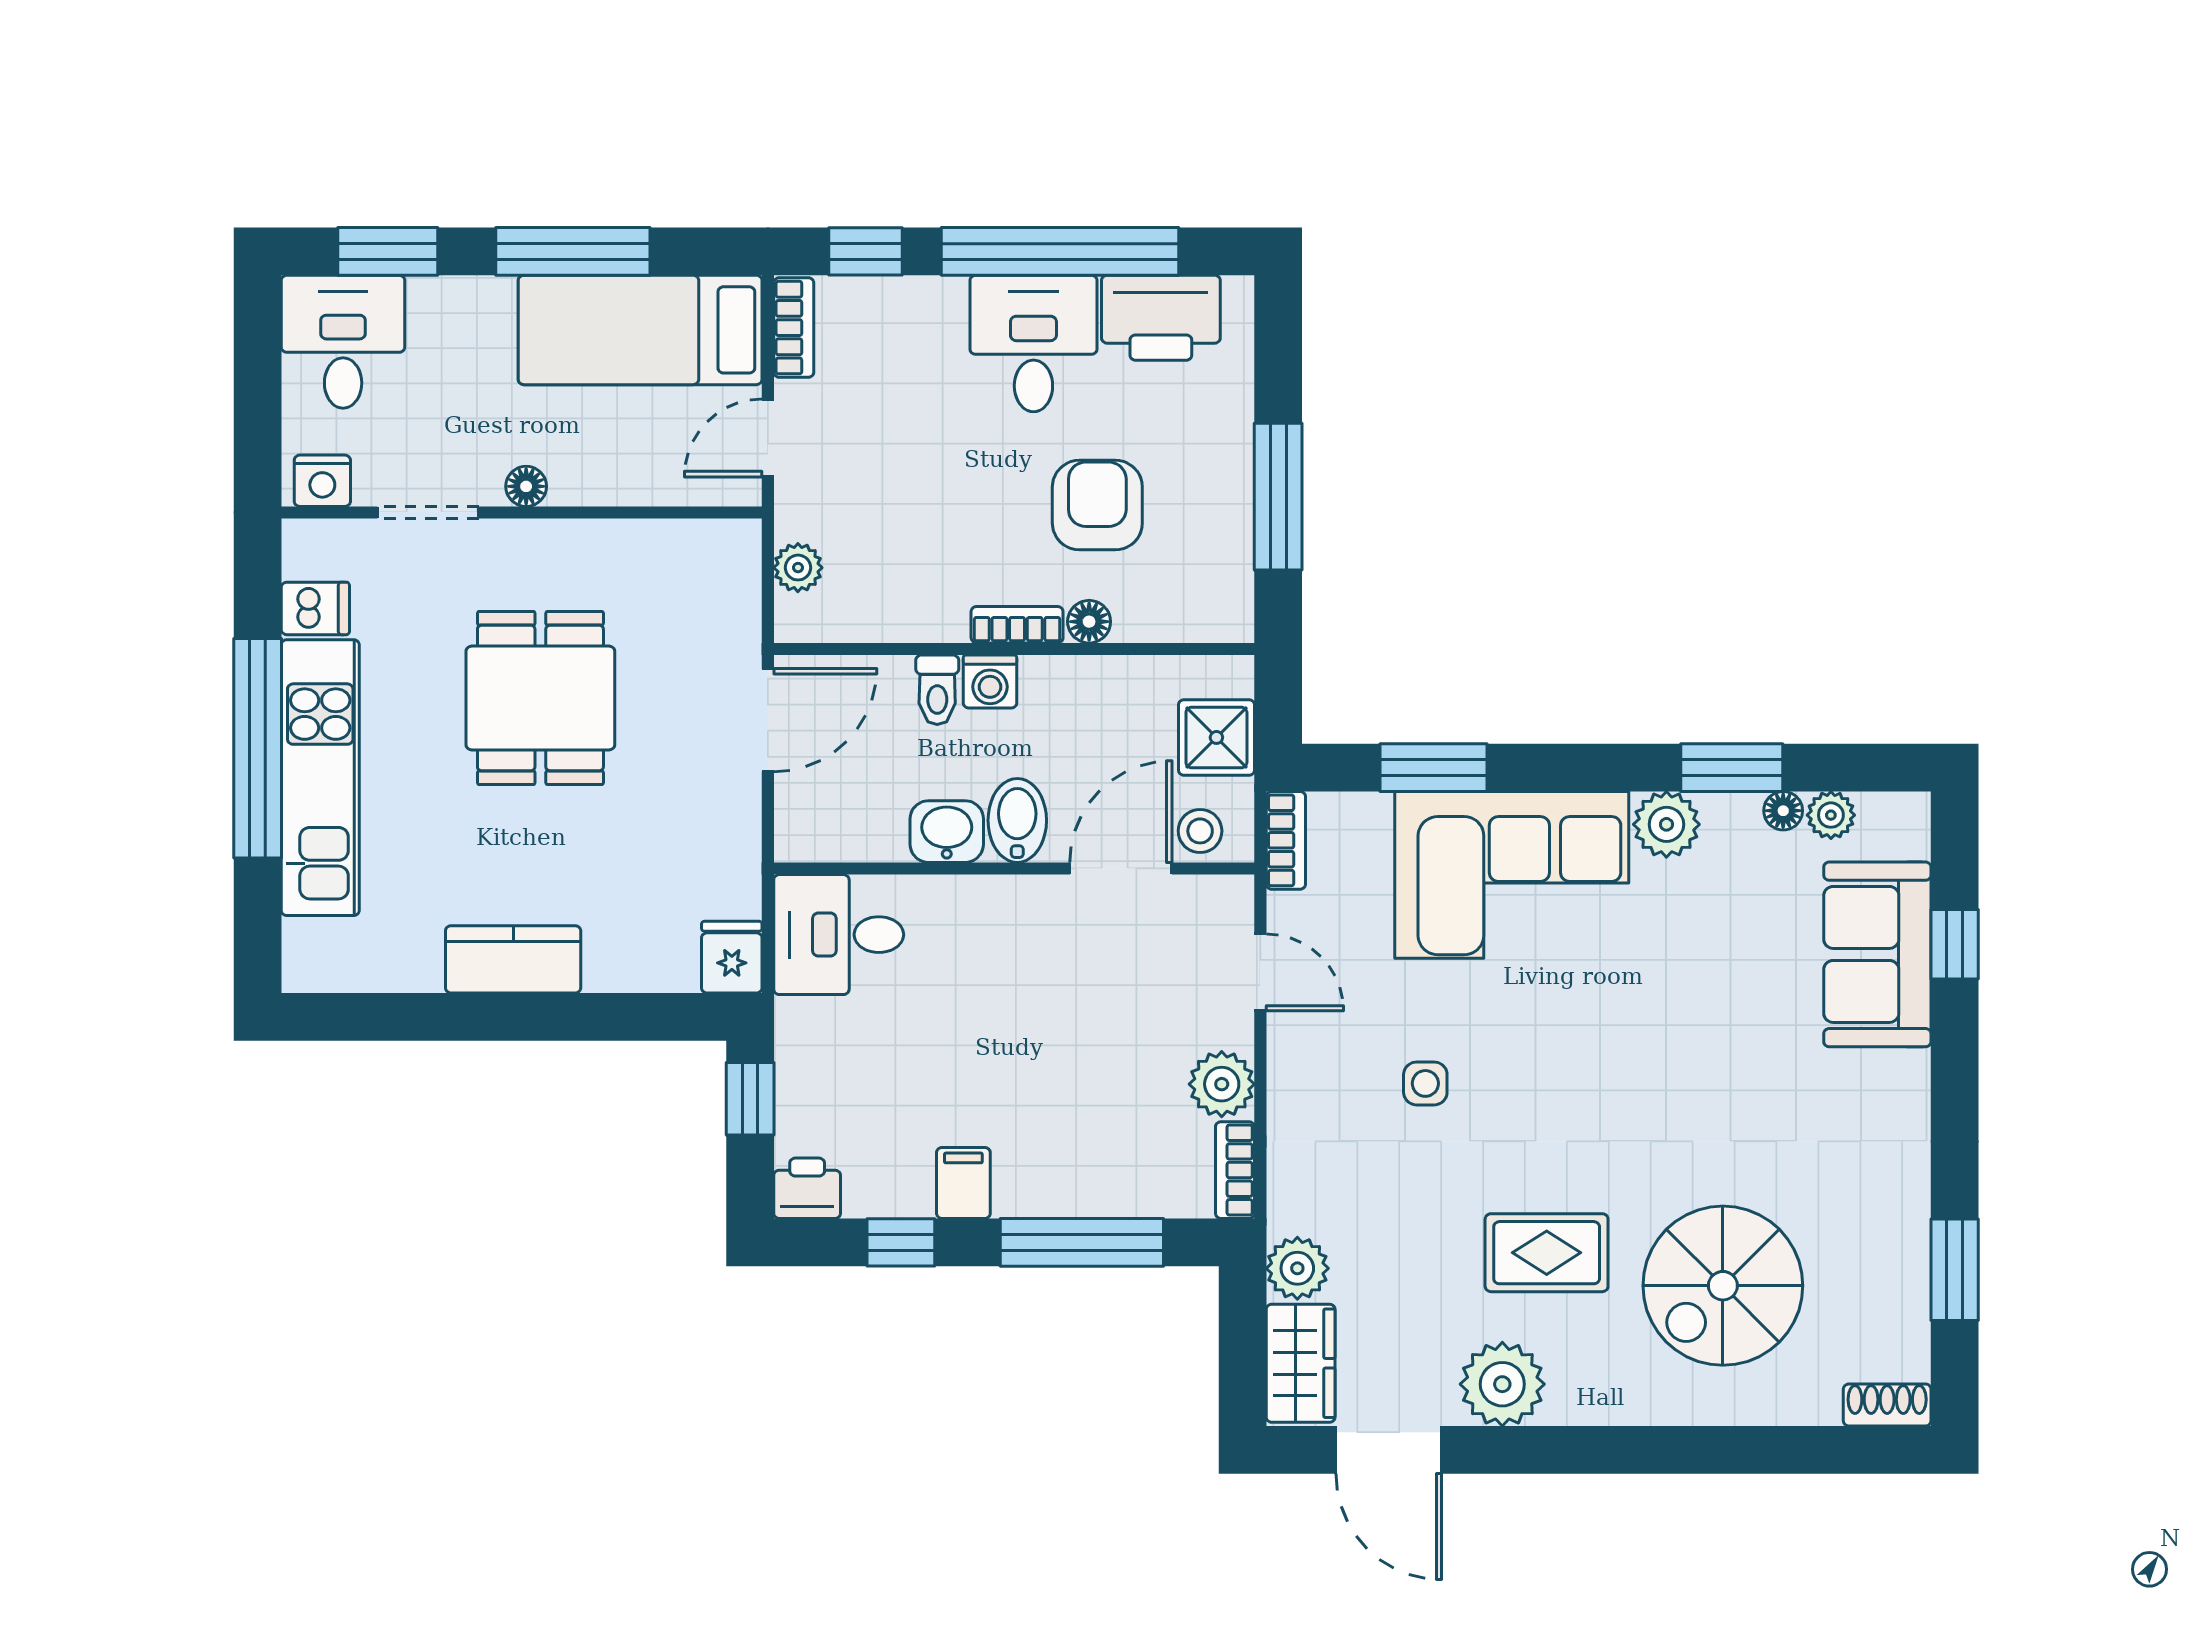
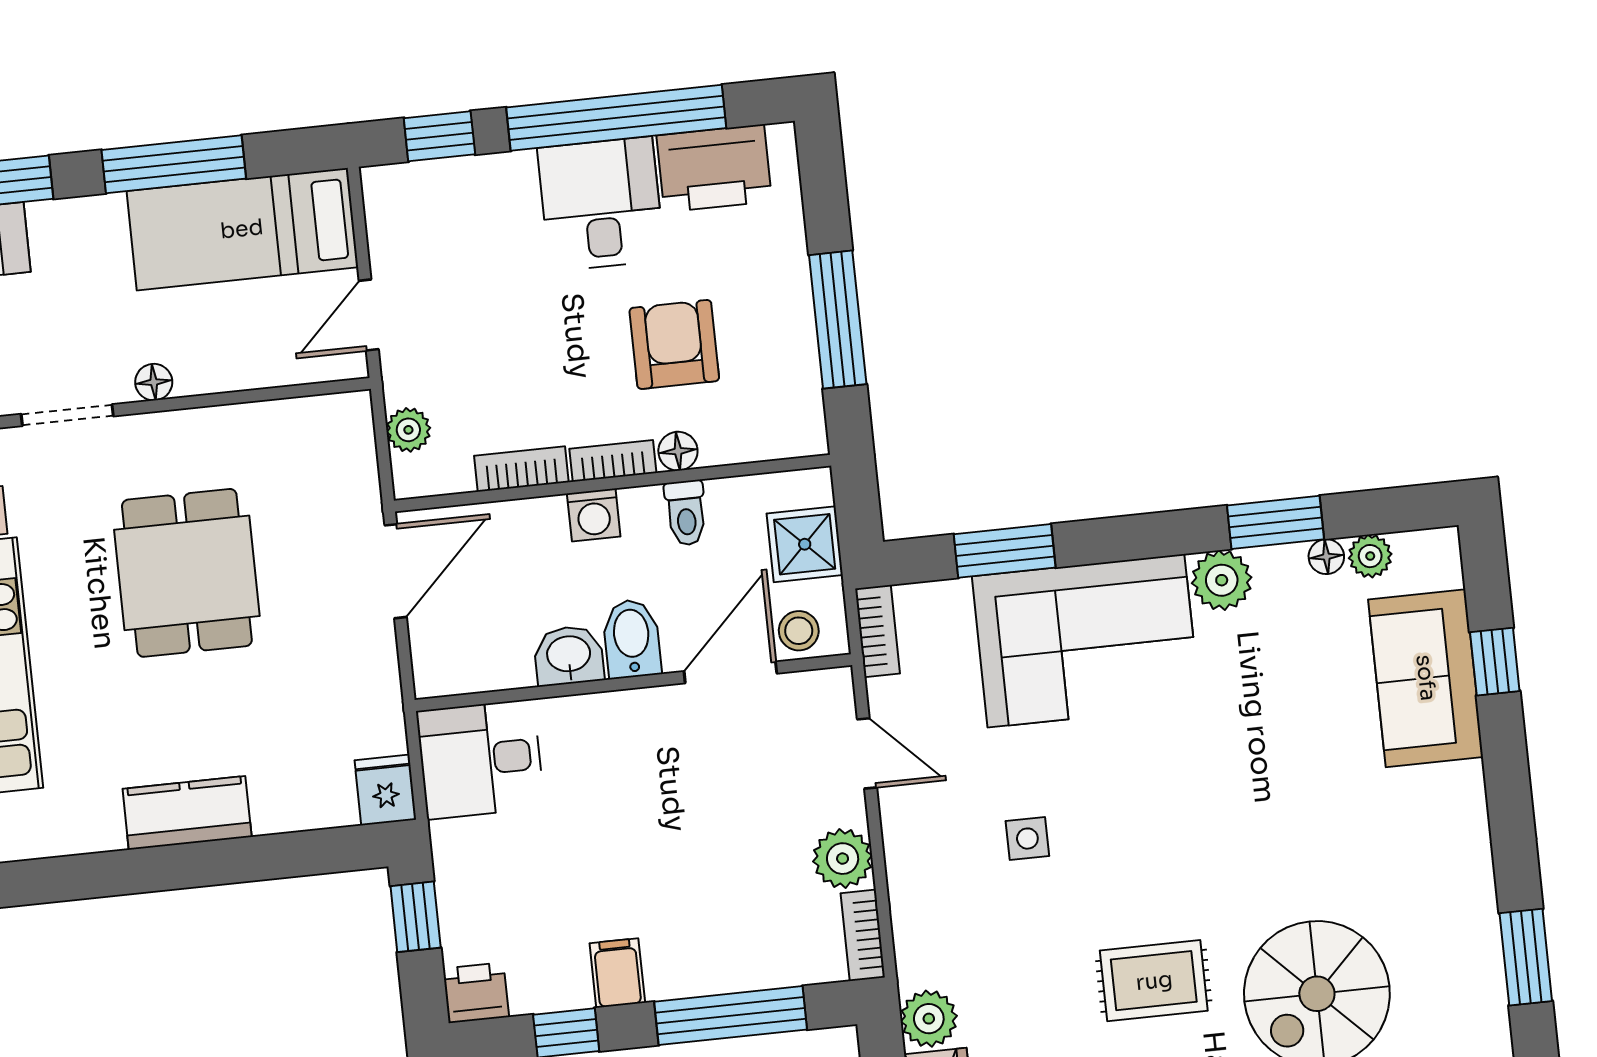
bookcase: (794, 328) -> (521, 469), moved, turned -90
toilet: (937, 690) -> (686, 513), moved

